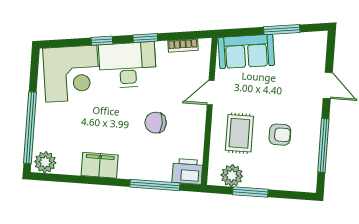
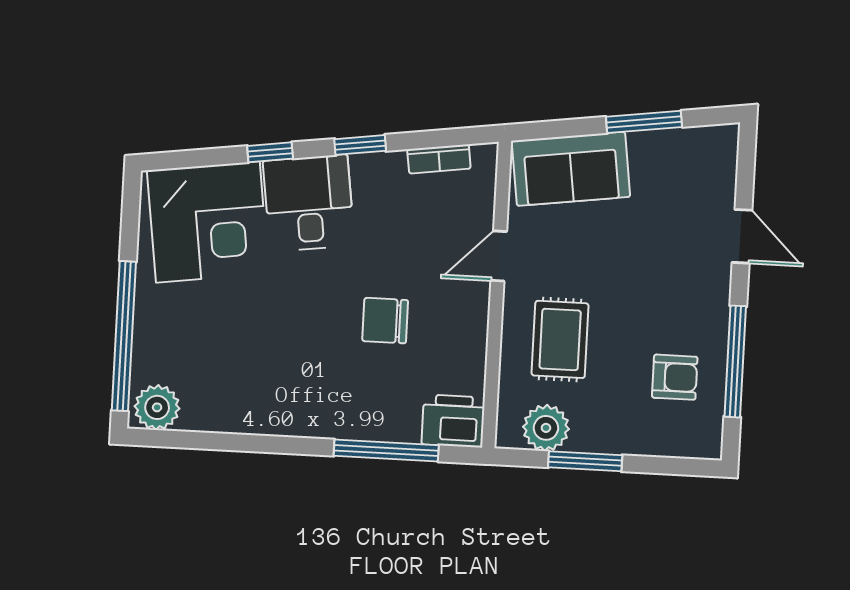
desk: (128, 65) -> (309, 203), width x0.73
armchair: (280, 135) -> (675, 377), moved
filing cabinet: (100, 165) -> (270, 412), removed

